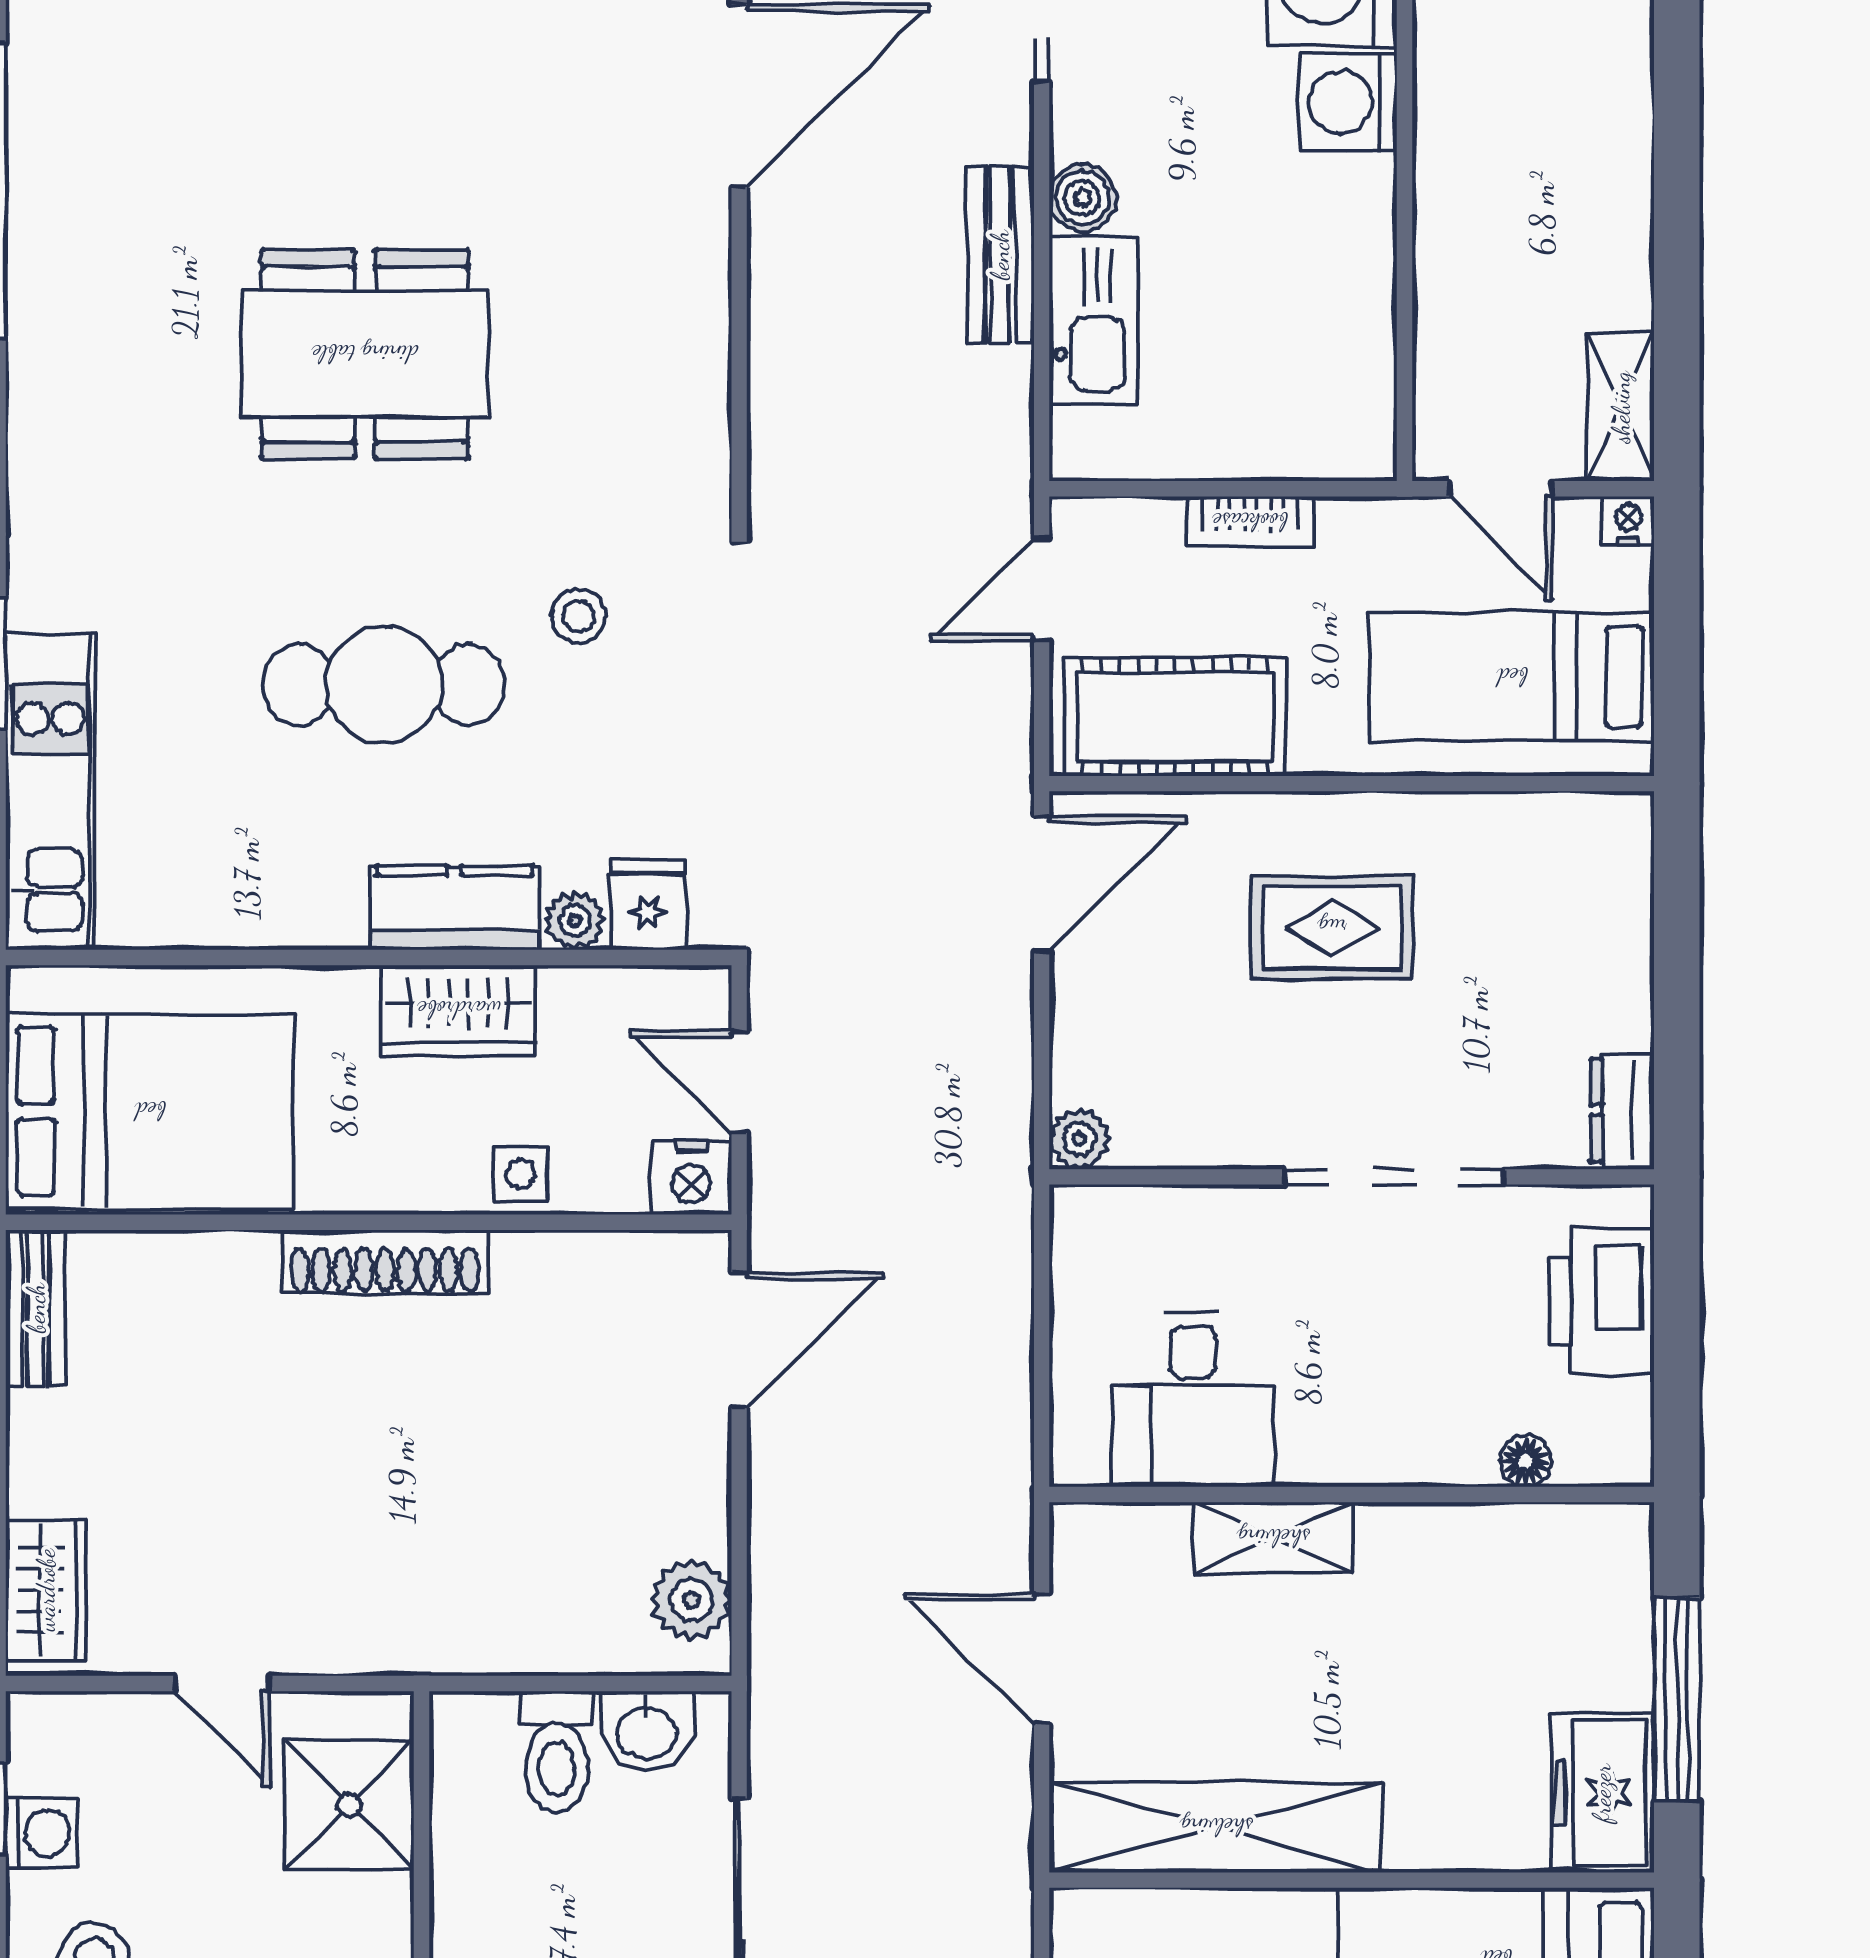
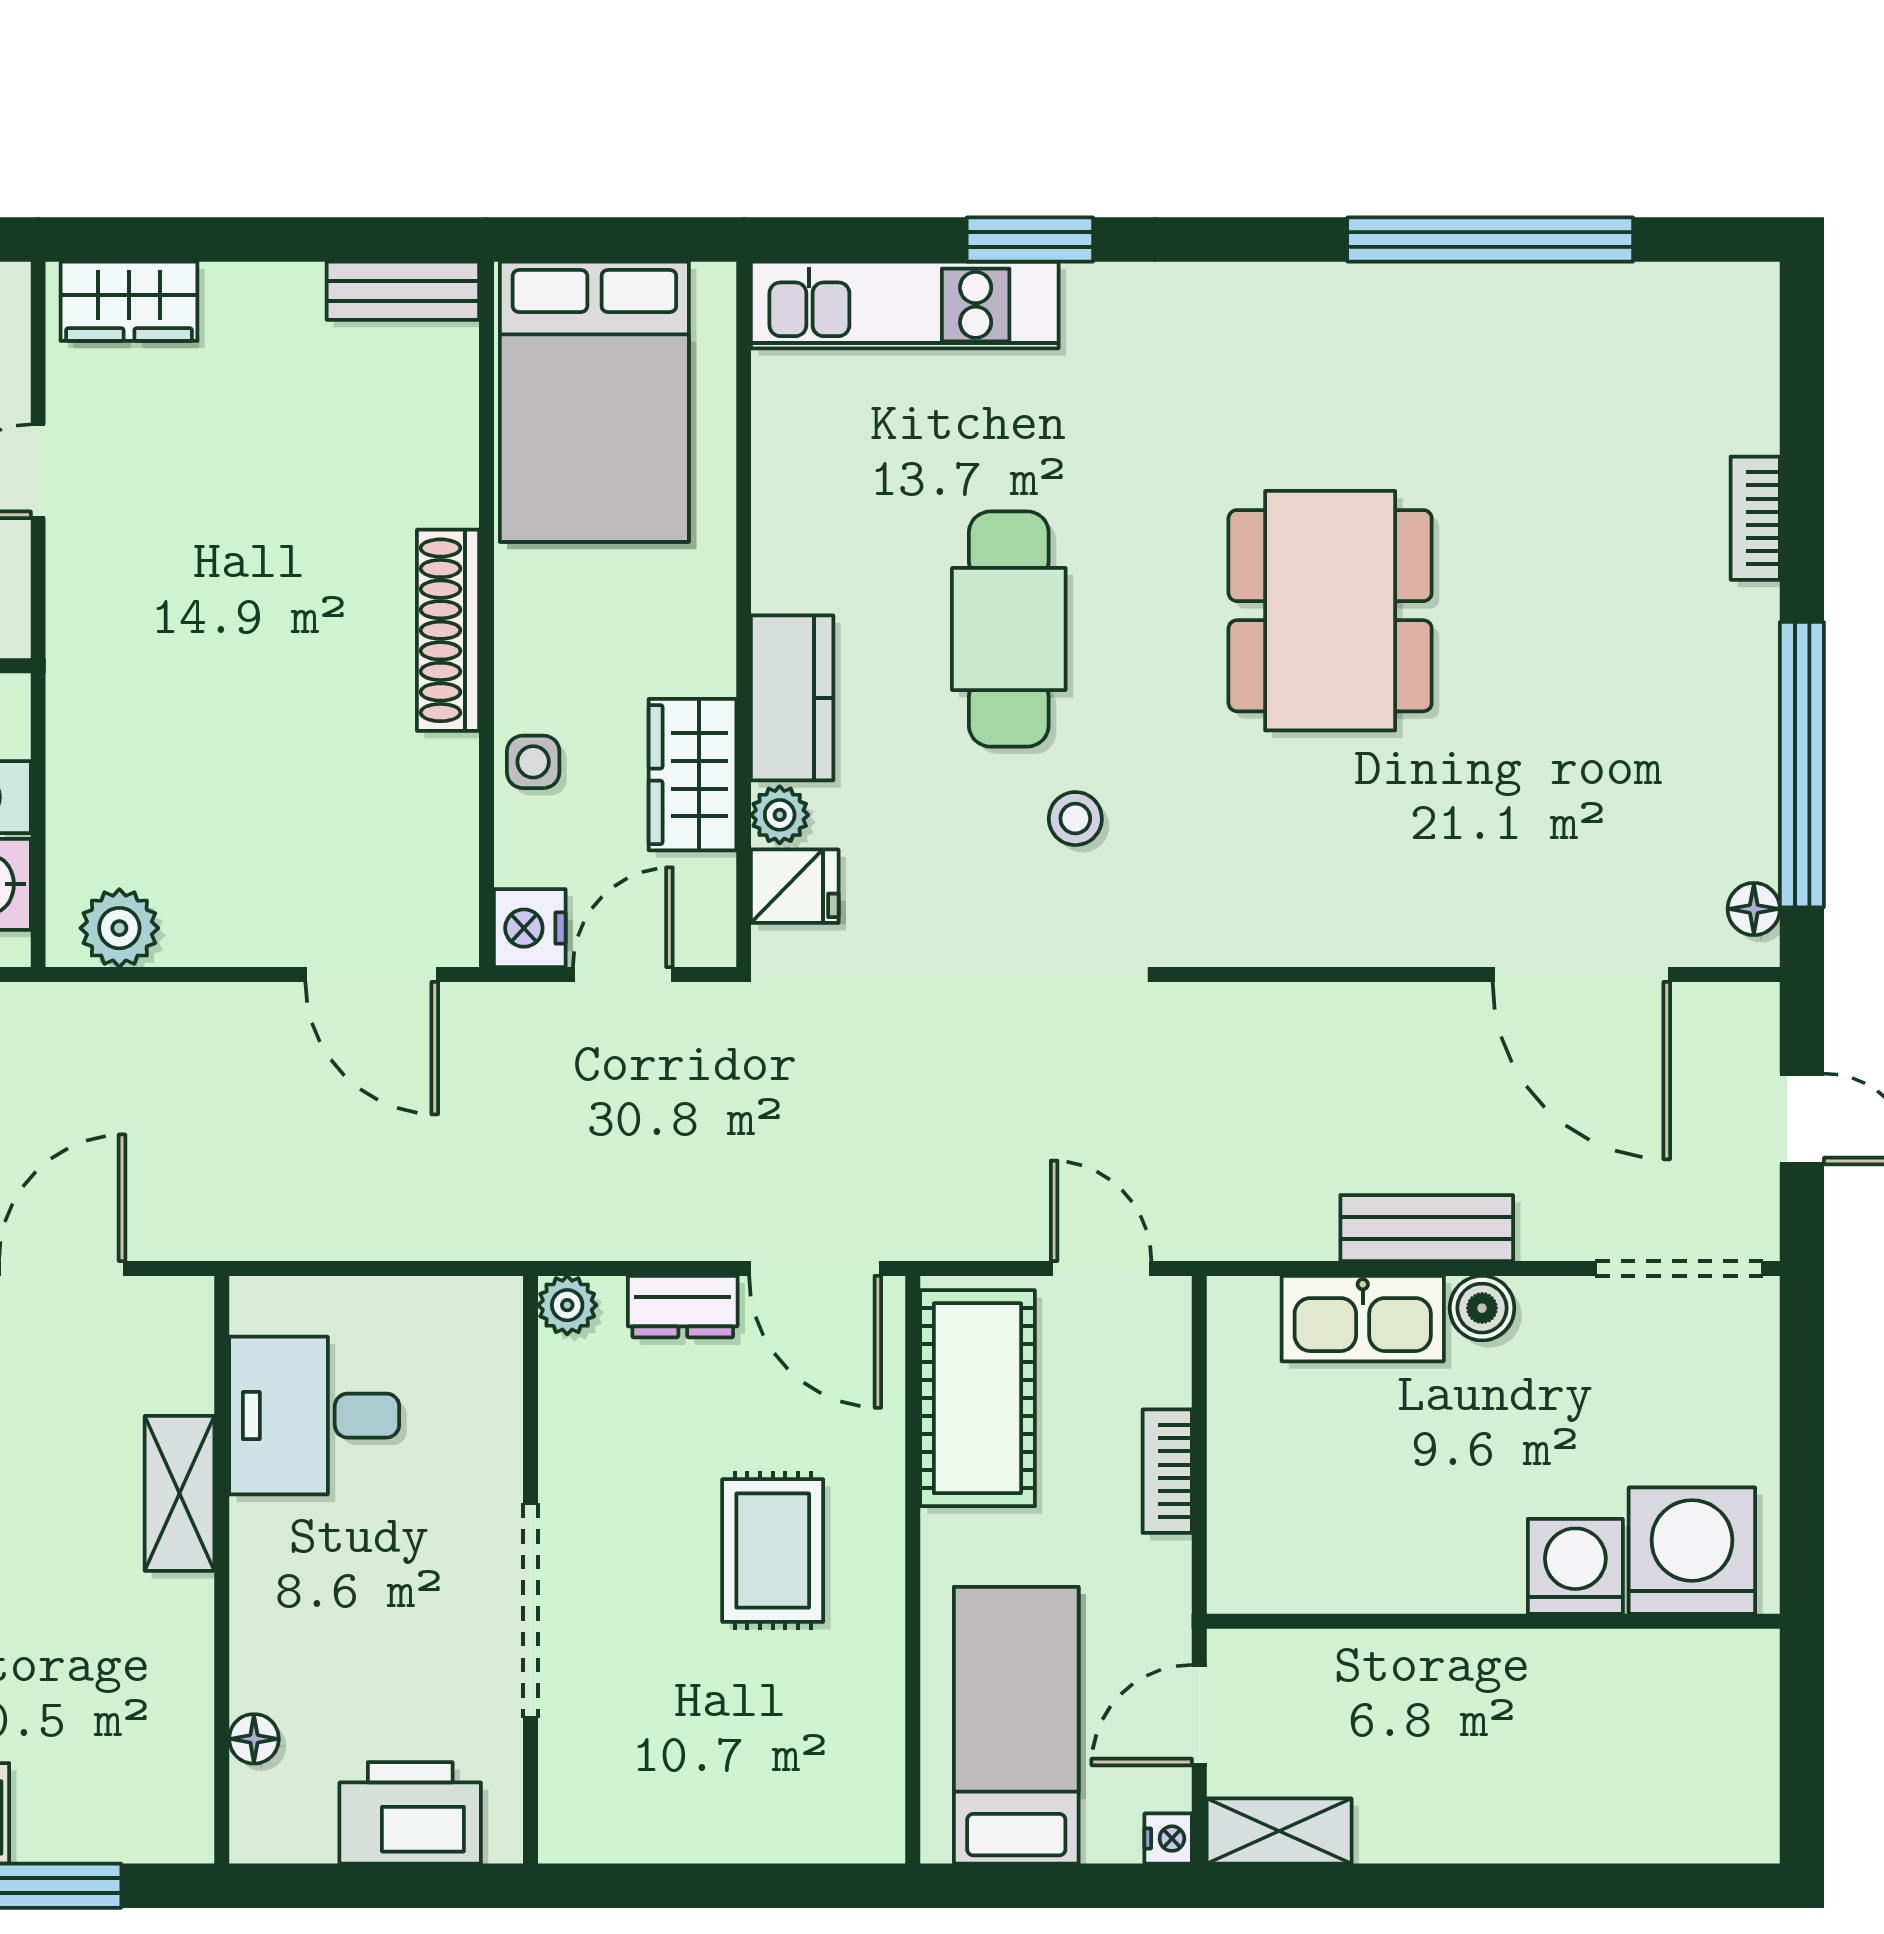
wardrobe: (459, 1010) -> (692, 775), moved
dresser: (1622, 1110) -> (683, 1307), moved, turned 180

